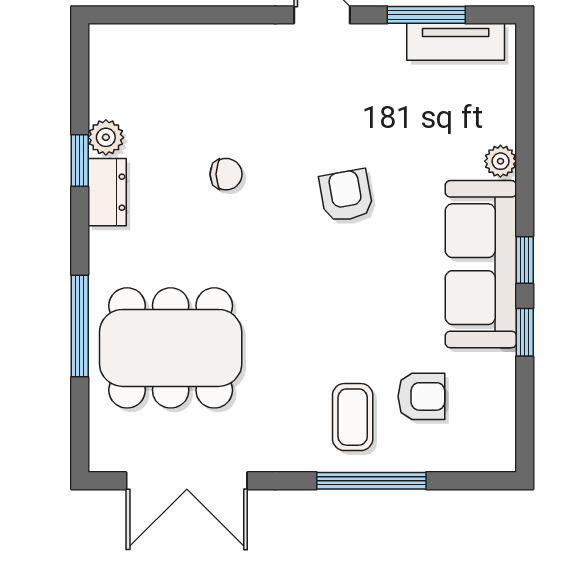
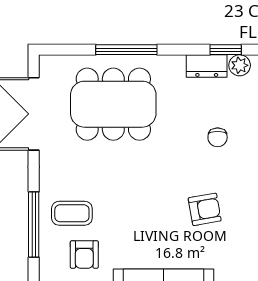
dining table: (171, 348) -> (113, 104), turned 90

